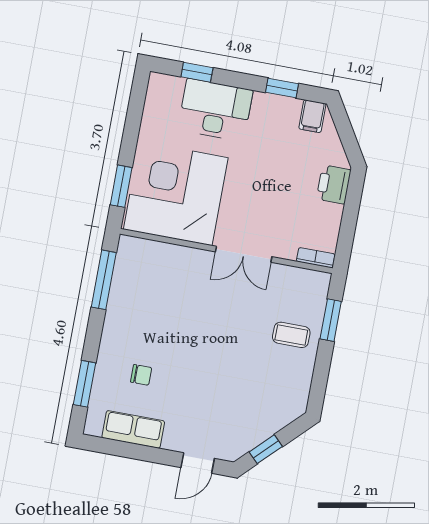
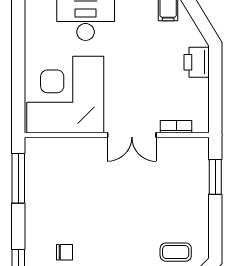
window: (121, 186) -> (18, 97), removed
bookcase: (316, 258) -> (176, 127), moved
coffee table: (291, 335) -> (176, 252), moved

